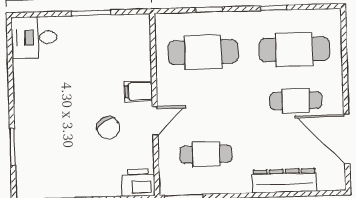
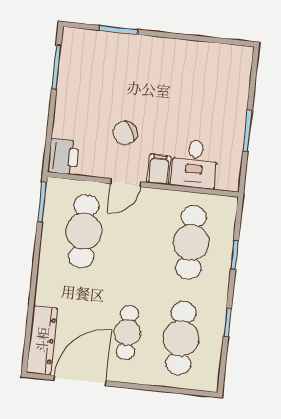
desk: (34, 38) -> (194, 164), moved, turned 180
door: (155, 121) -> (126, 183), hinge flipped
cafe table: (206, 154) -> (84, 231), width x1.37, depth x1.35
dresser: (284, 181) -> (42, 340), moved

